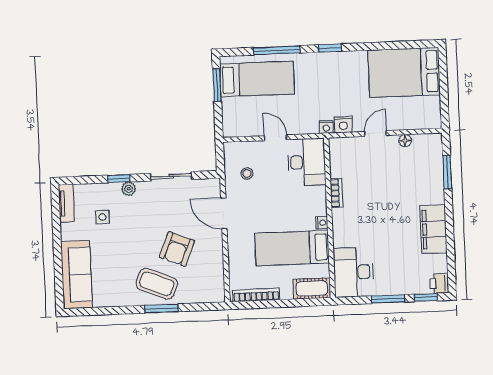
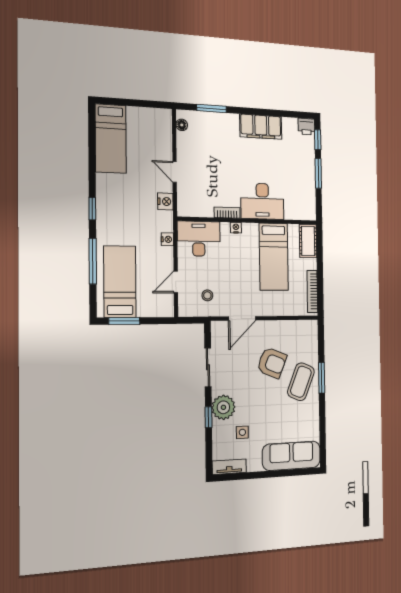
bed: (404, 72) -> (111, 139), width x0.67
nightstand: (326, 127) -> (167, 239), moved
door: (275, 138) -> (176, 282), moved
floor lamp: (405, 141) -> (182, 125), moved
plant: (129, 189) -> (223, 407), width x1.87, depth x1.87
nightstand: (322, 223) -> (236, 228), moved
desk: (353, 272) -> (262, 201), moved

